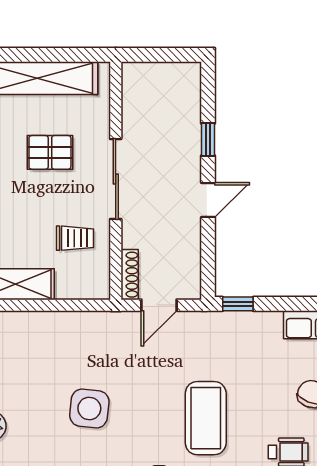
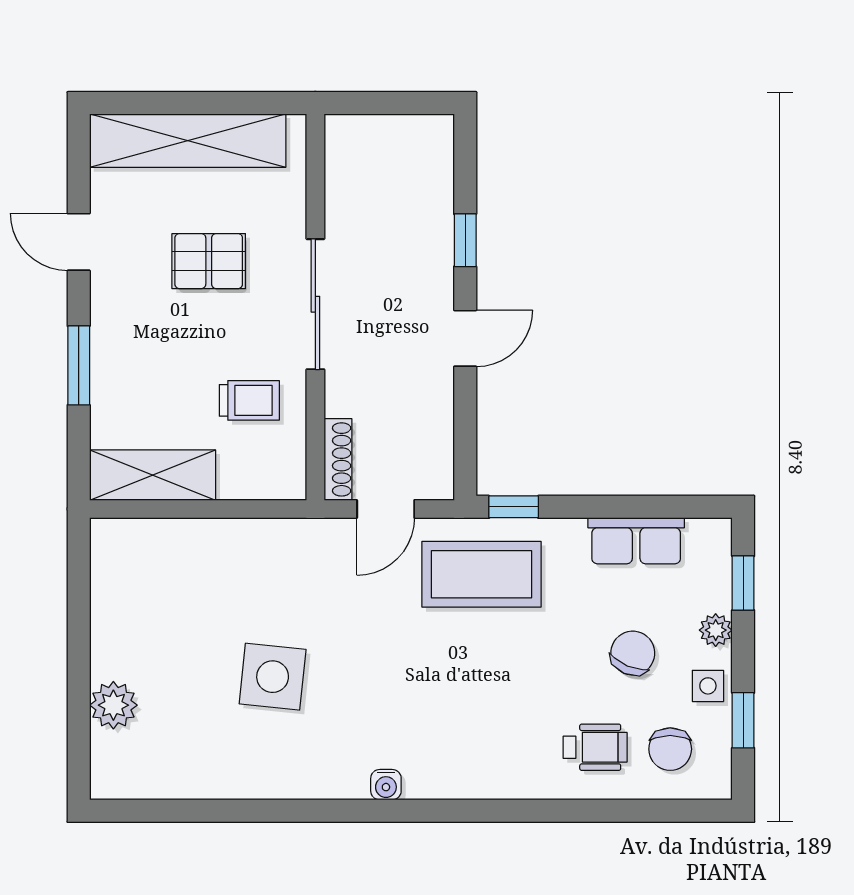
coffee table: (206, 418) -> (481, 574), moved, turned 90

